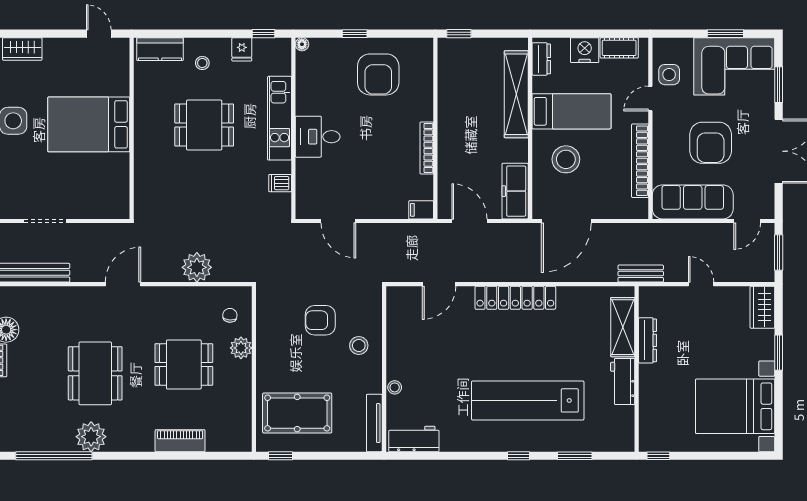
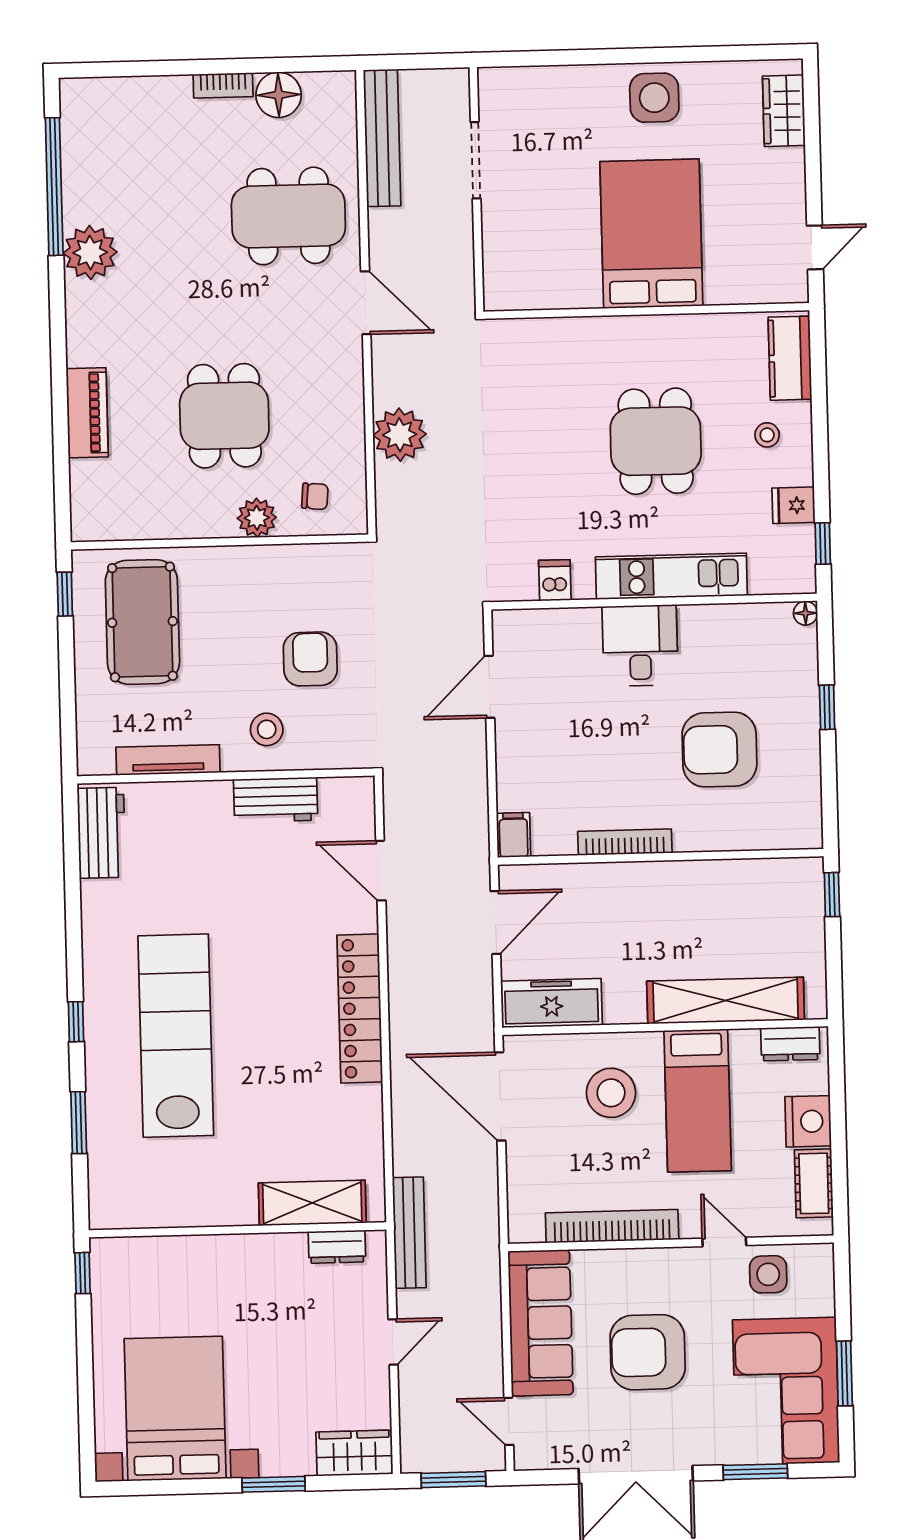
armchair: (378, 74) -> (719, 749), moved
bench: (641, 274) -> (409, 1233), width x1.36
dresser: (647, 340) -> (337, 1247), moved, width x0.70
dining table: (95, 373) -> (288, 216), moved
workbench: (623, 382) -> (276, 800), moved, turned 180
stool: (395, 387) -> (193, 796), removed
tv unit: (374, 423) -> (168, 760), moved

